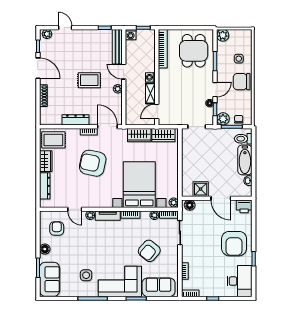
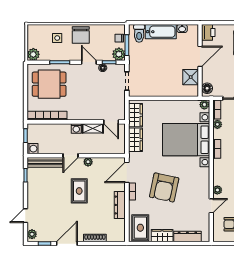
tv unit: (108, 216) -> (218, 172), removed

